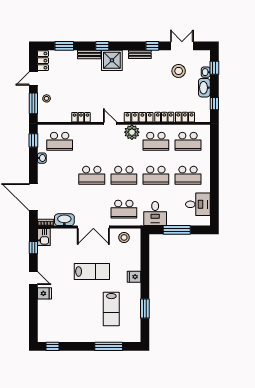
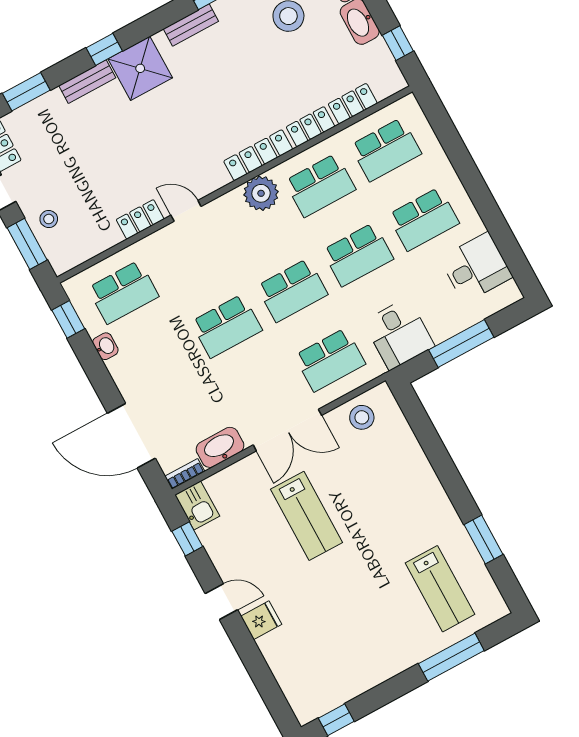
door: (110, 123) -> (186, 211), moved
lab bench: (92, 271) -> (307, 516), moved, turned 90
fridge: (134, 277) -> (426, 487), removed
lab bench: (111, 309) -> (440, 589), moved

